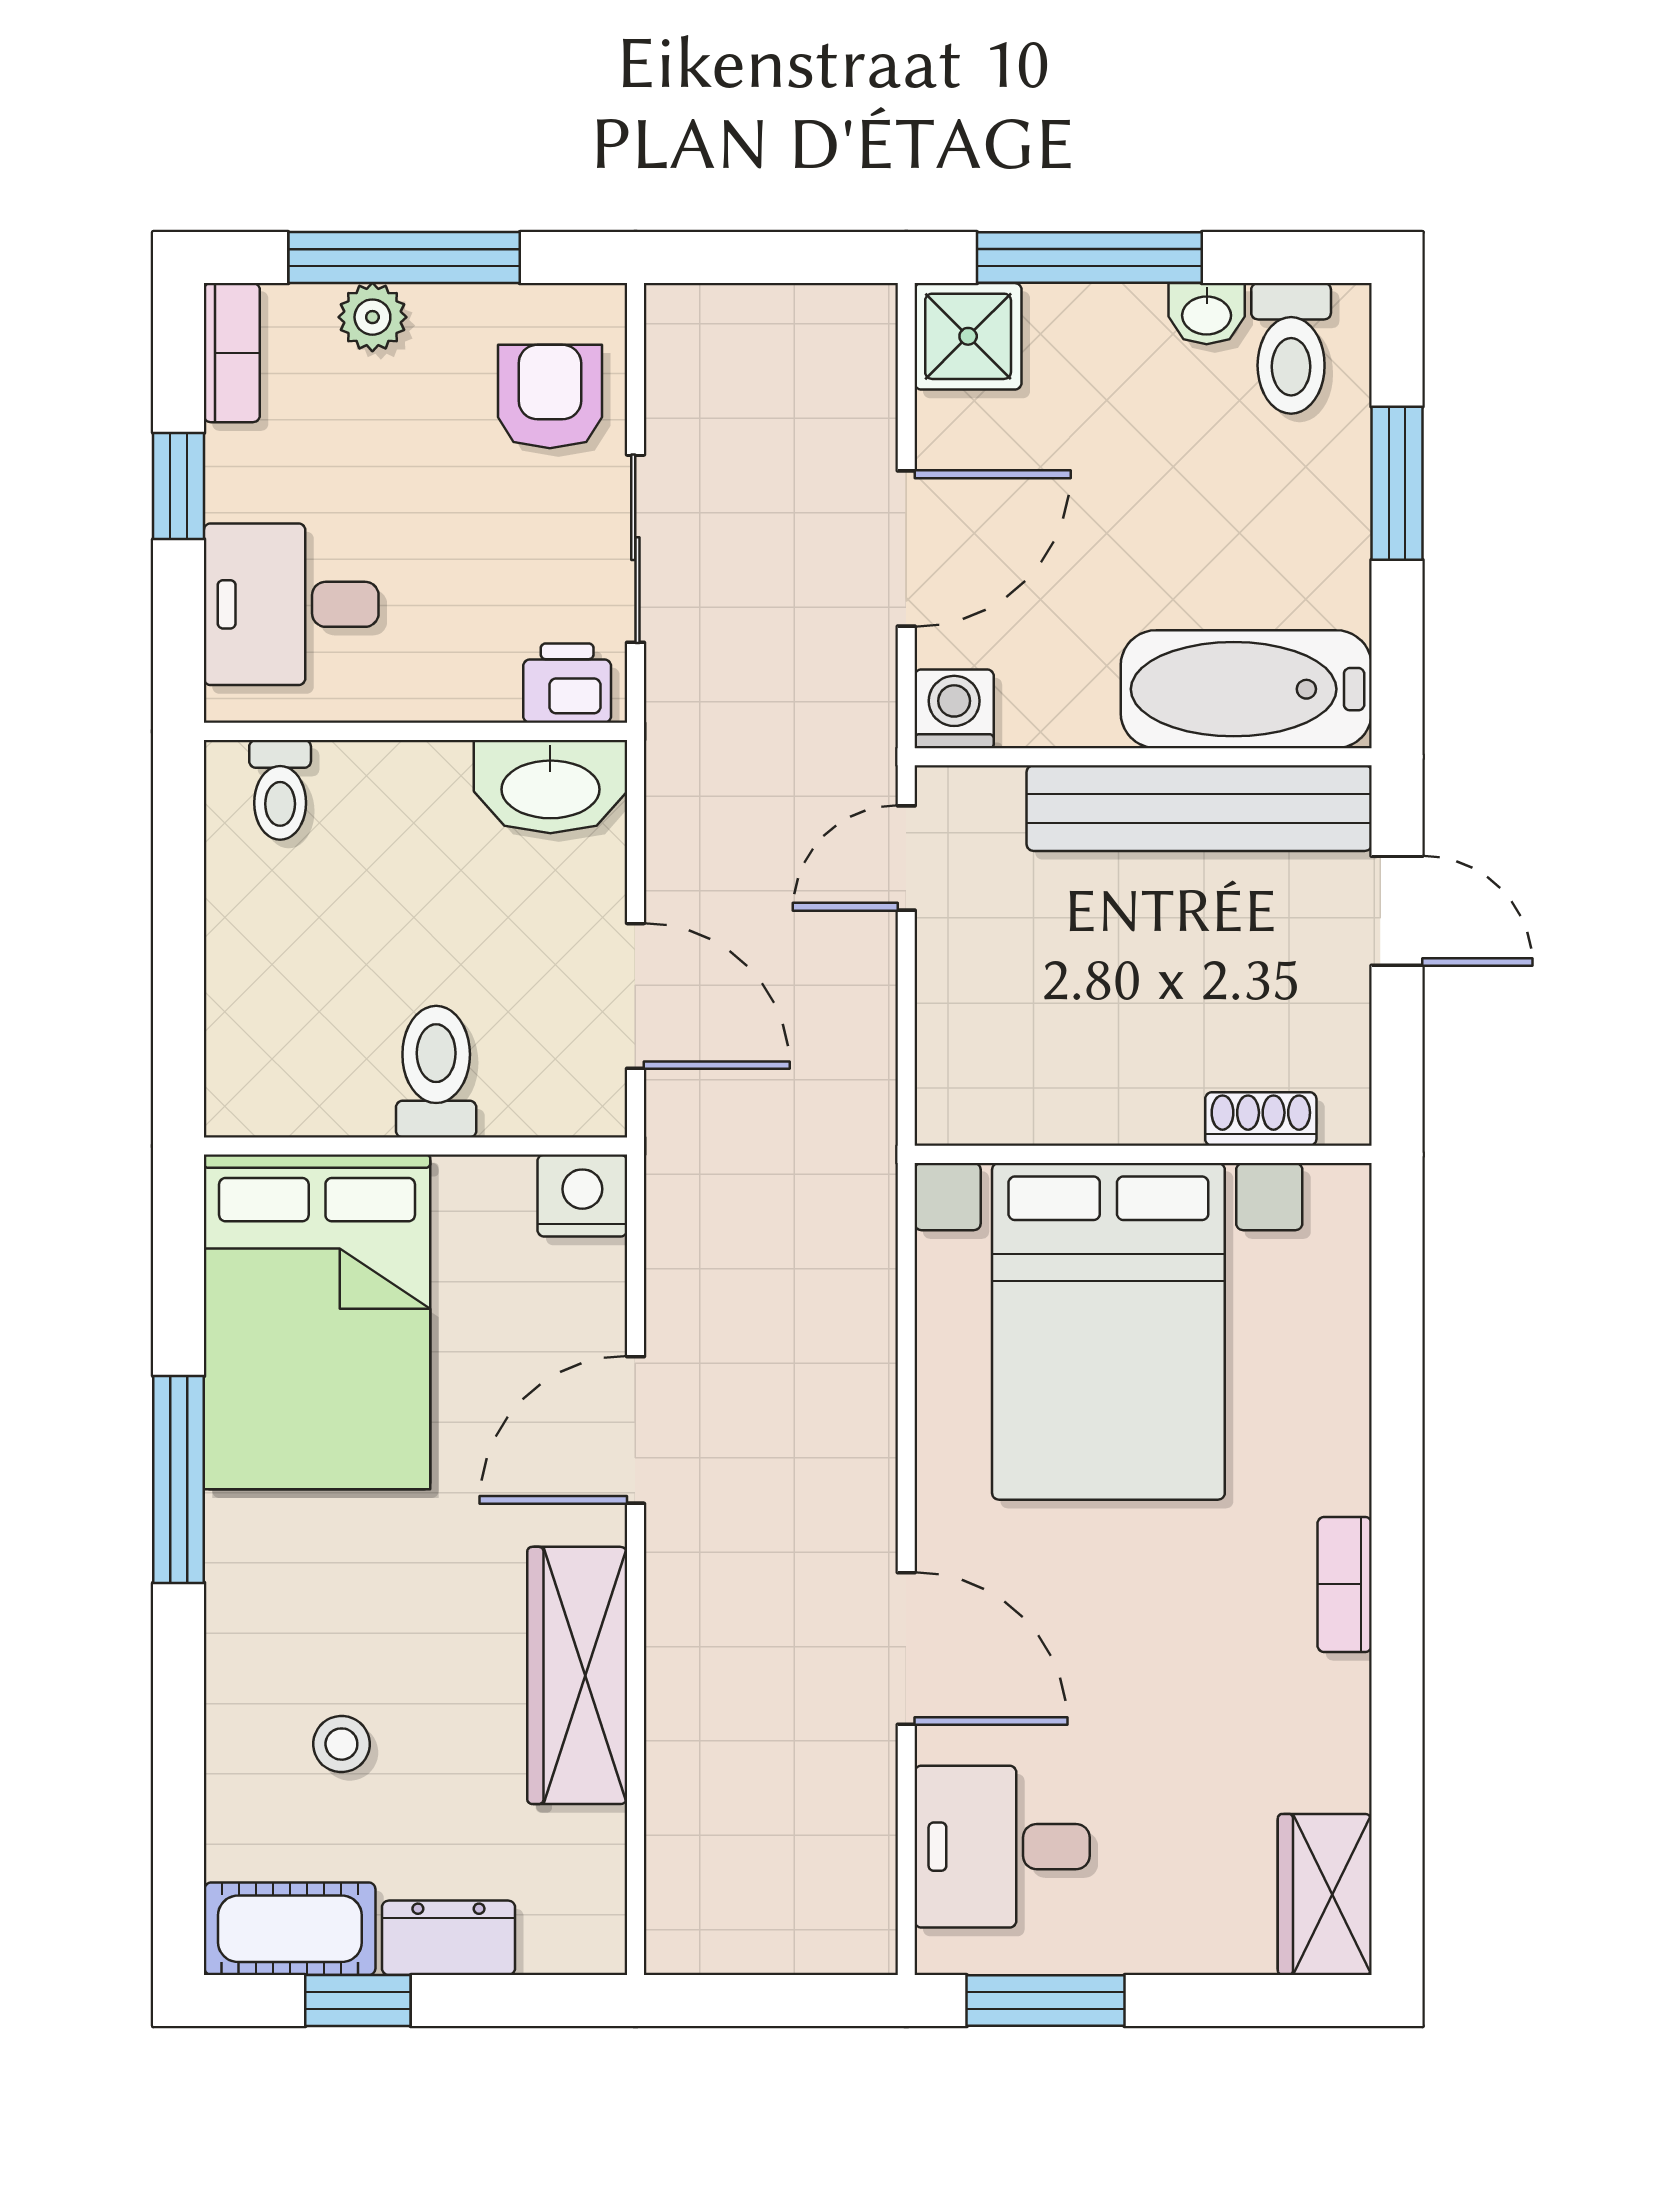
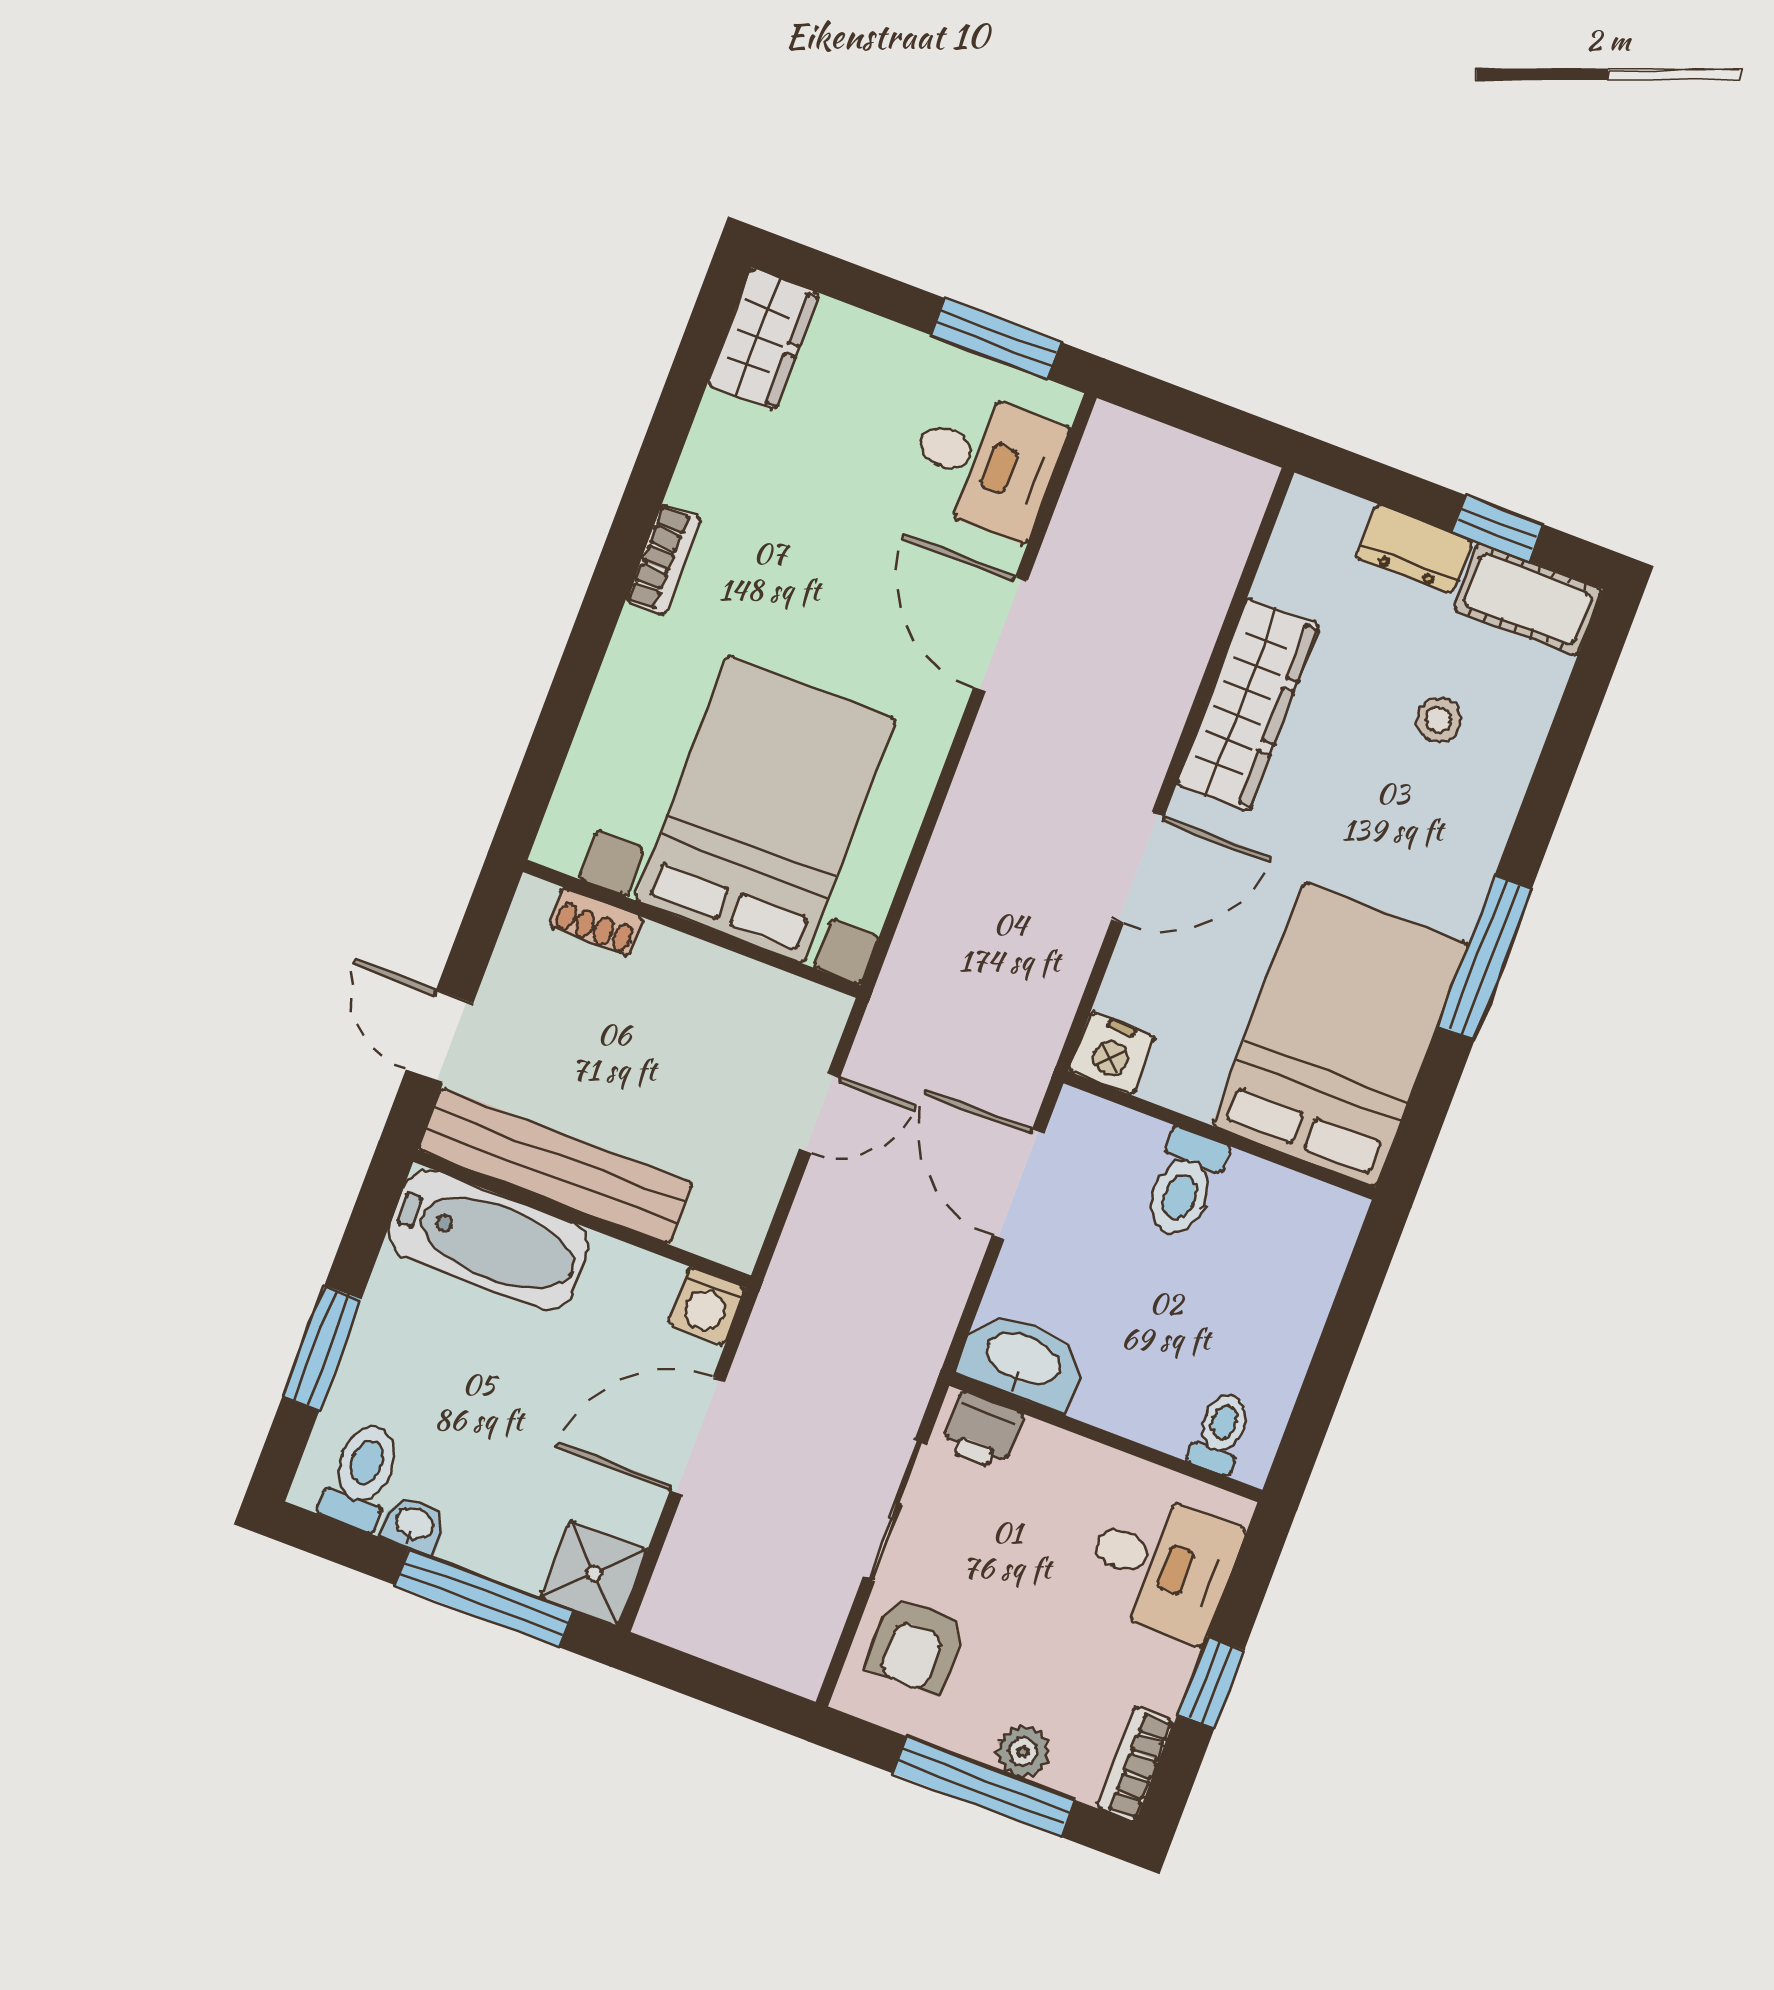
door: (906, 858) -> (820, 1113), moved

